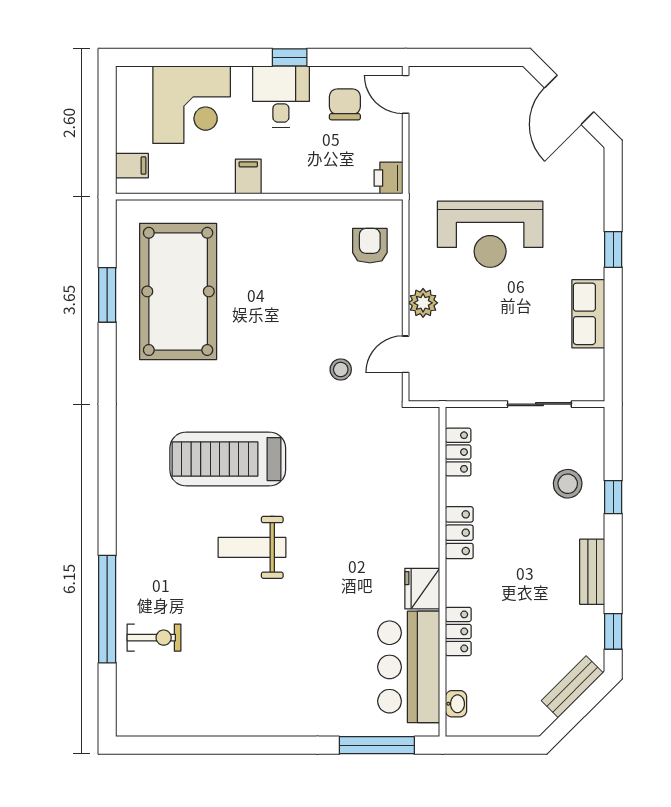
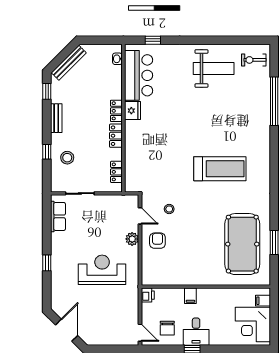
corner desk: (192, 105) -> (253, 325), moved, turned -90
filing cabinet: (248, 176) -> (190, 296), moved
armchair: (370, 246) -> (157, 241), moved, turned 180
row of seats: (588, 314) -> (58, 216), moved
door: (406, 354) -> (140, 216), hinge flipped
weight bench: (252, 547) -> (214, 69), moved, width x1.36, depth x1.33
locker: (458, 631) -> (116, 111), moved
exercise bike: (154, 638) -> (254, 60), moved
bench: (572, 687) -> (69, 63), width x1.36
window: (377, 745) -> (153, 40), width x0.46

